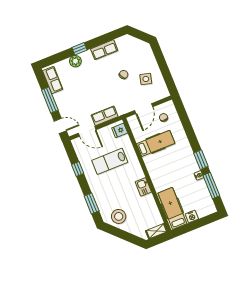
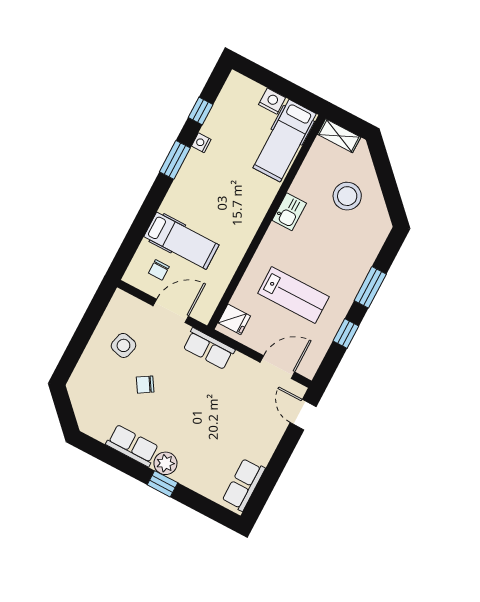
plant: (75, 61) -> (165, 463), moved
window: (50, 100) -> (277, 463), removed
row of seats: (105, 116) -> (209, 349), moved
door: (87, 131) -> (277, 367), hinge flipped
hospital bed: (156, 143) -> (181, 241), moved, turned 180
window: (211, 186) -> (201, 111), width x0.46
window: (92, 203) -> (370, 287), moved
stool: (119, 216) -> (347, 196), moved

